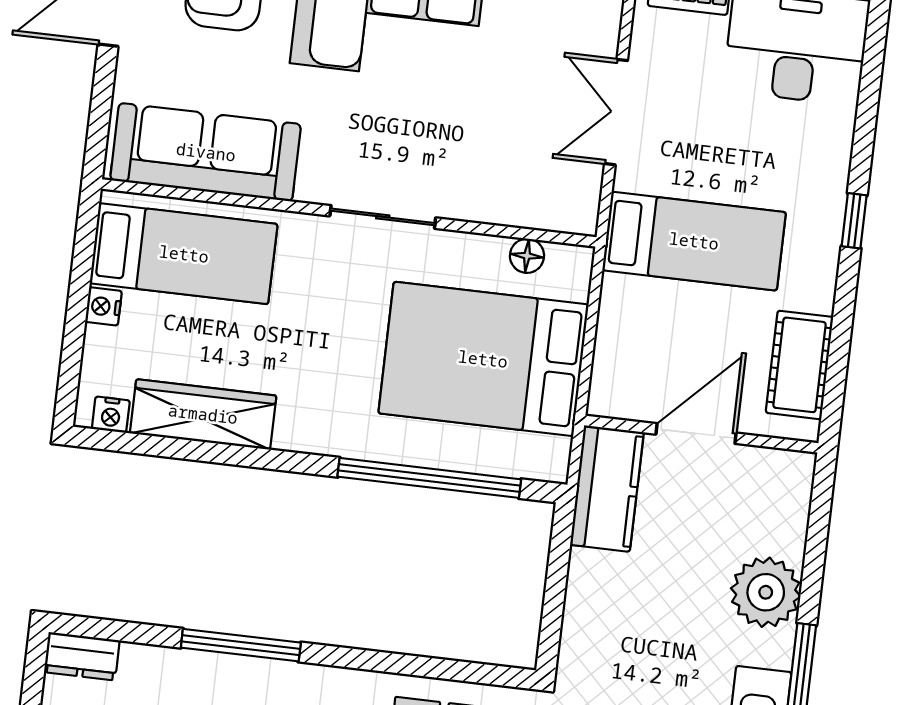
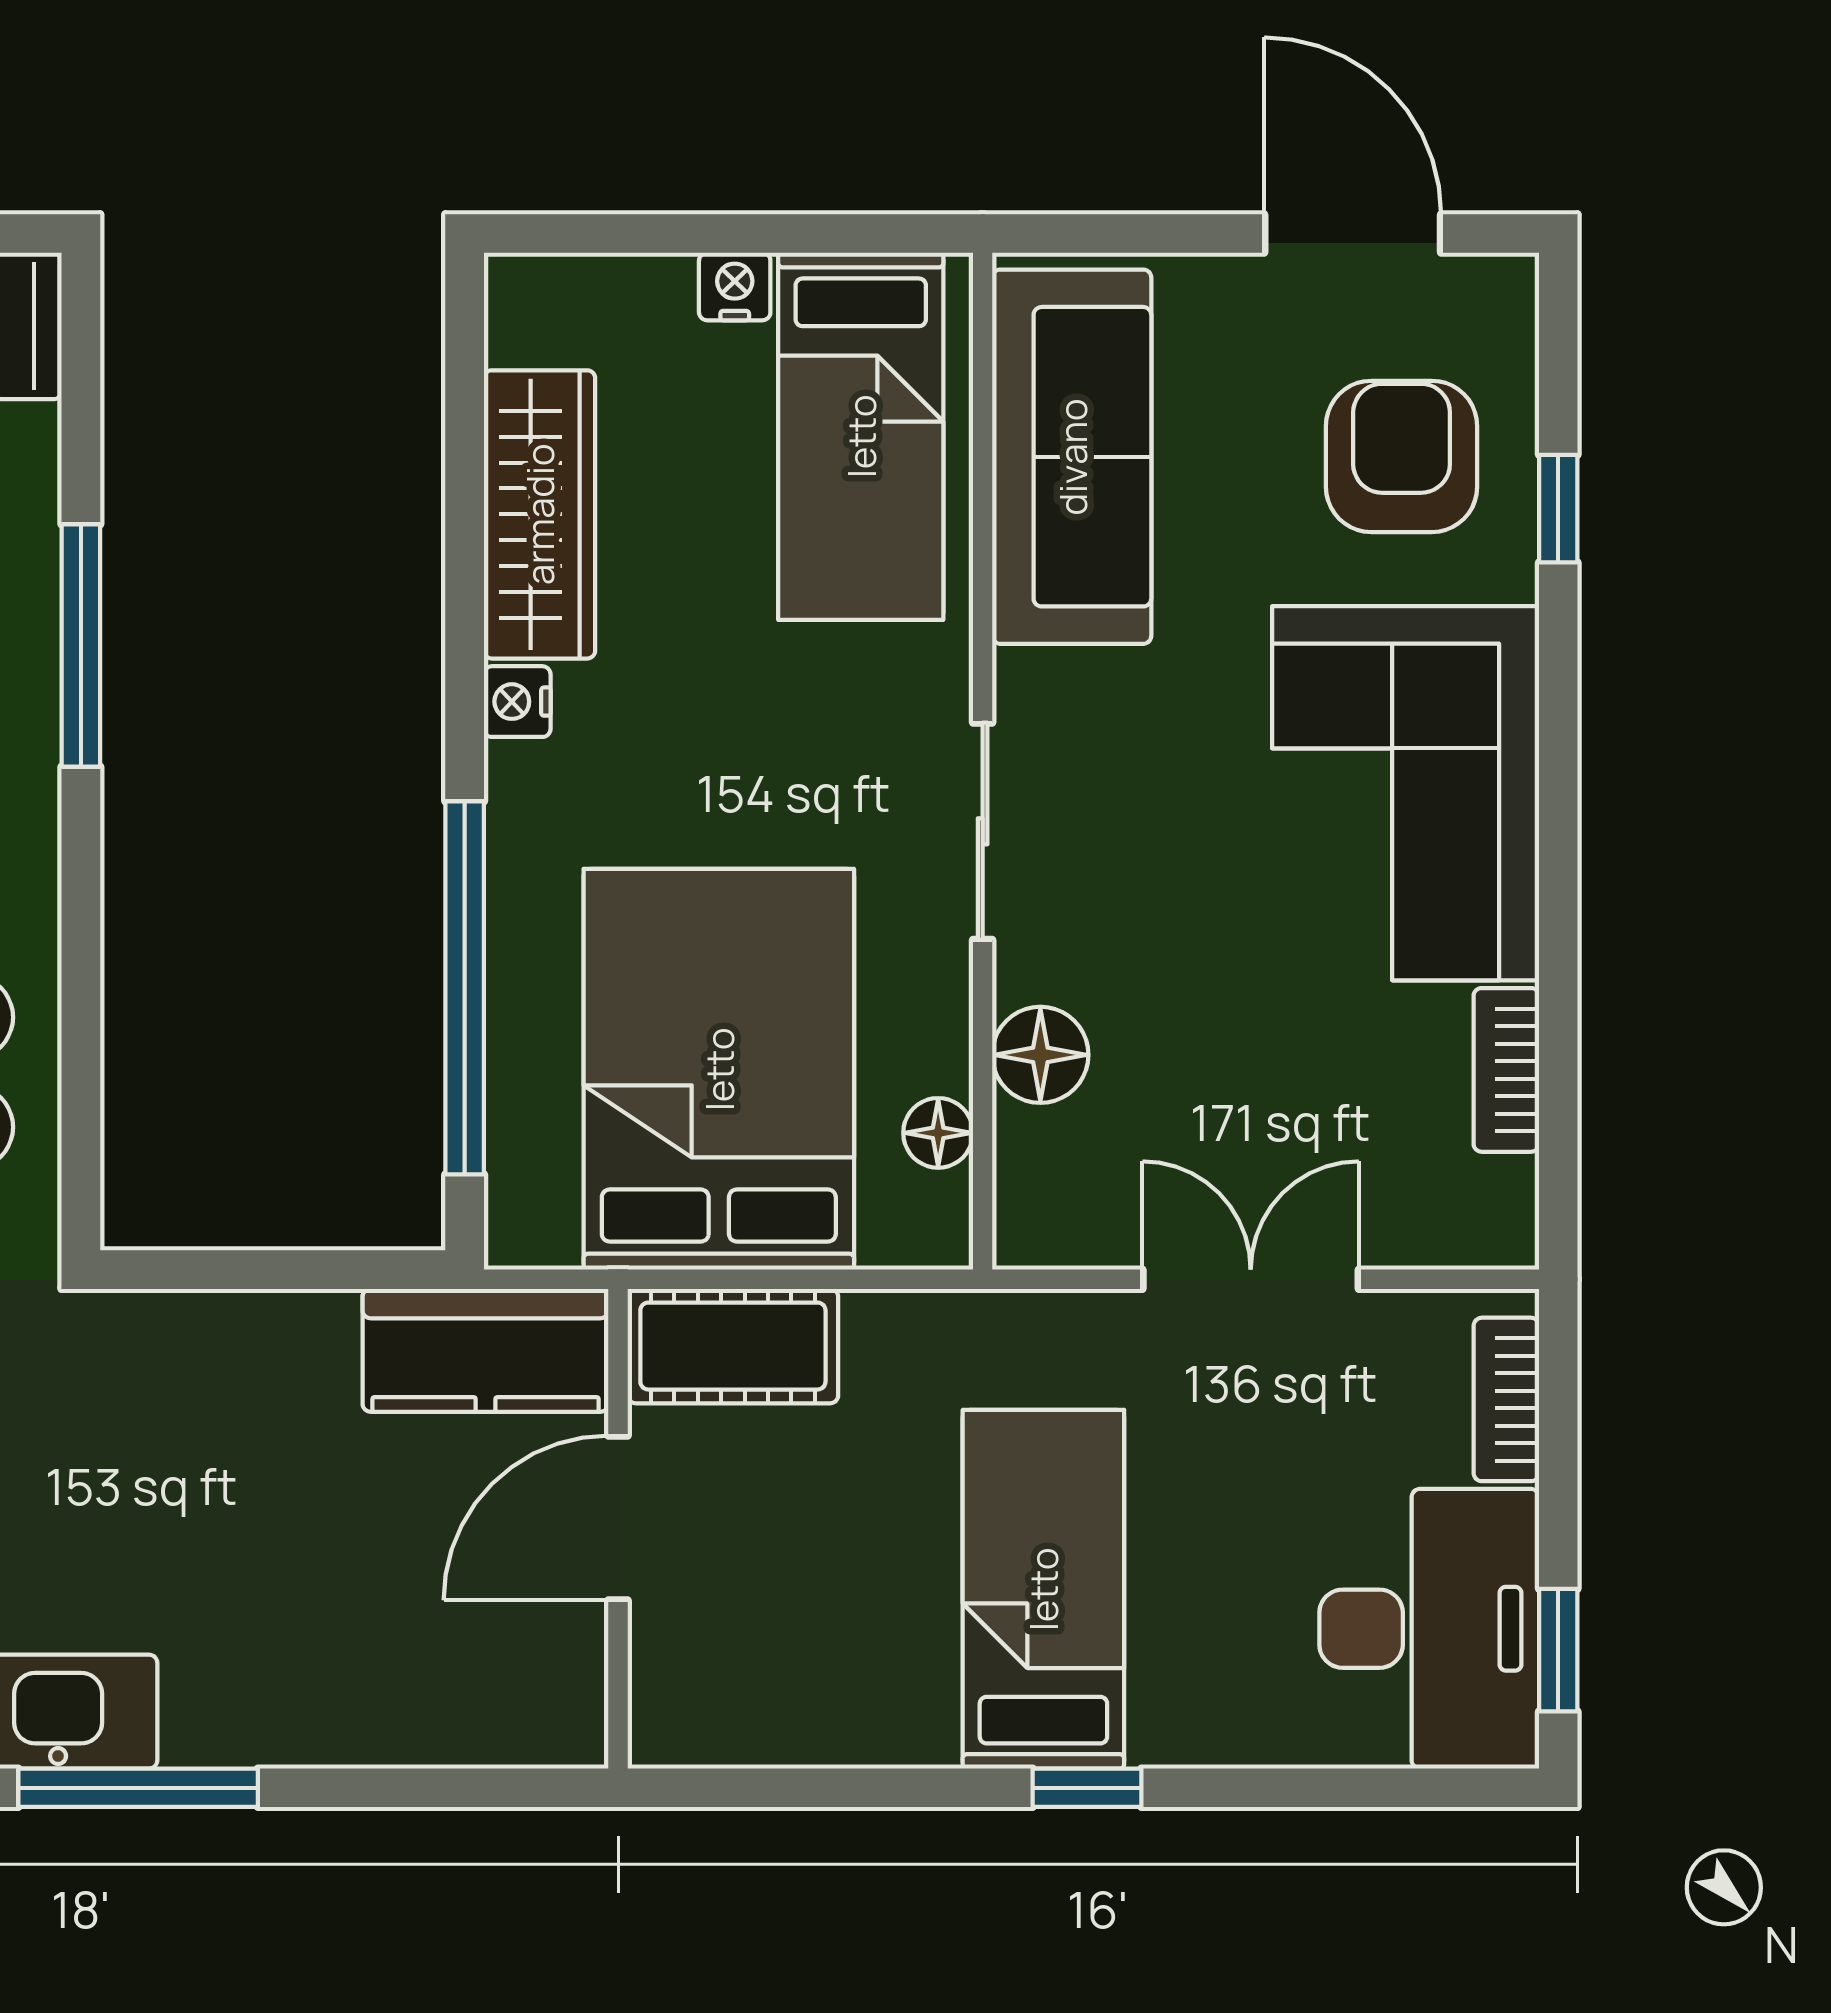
floor lamp: (495, 202) -> (1040, 1055), added
bed: (694, 241) -> (1043, 1589), moved, turned 180
cot: (800, 365) -> (733, 1346), moved
nightstand: (111, 415) -> (517, 702), moved
door: (696, 434) -> (618, 1518), swing flipped
plant: (766, 592) -> (313, 1697), removed

